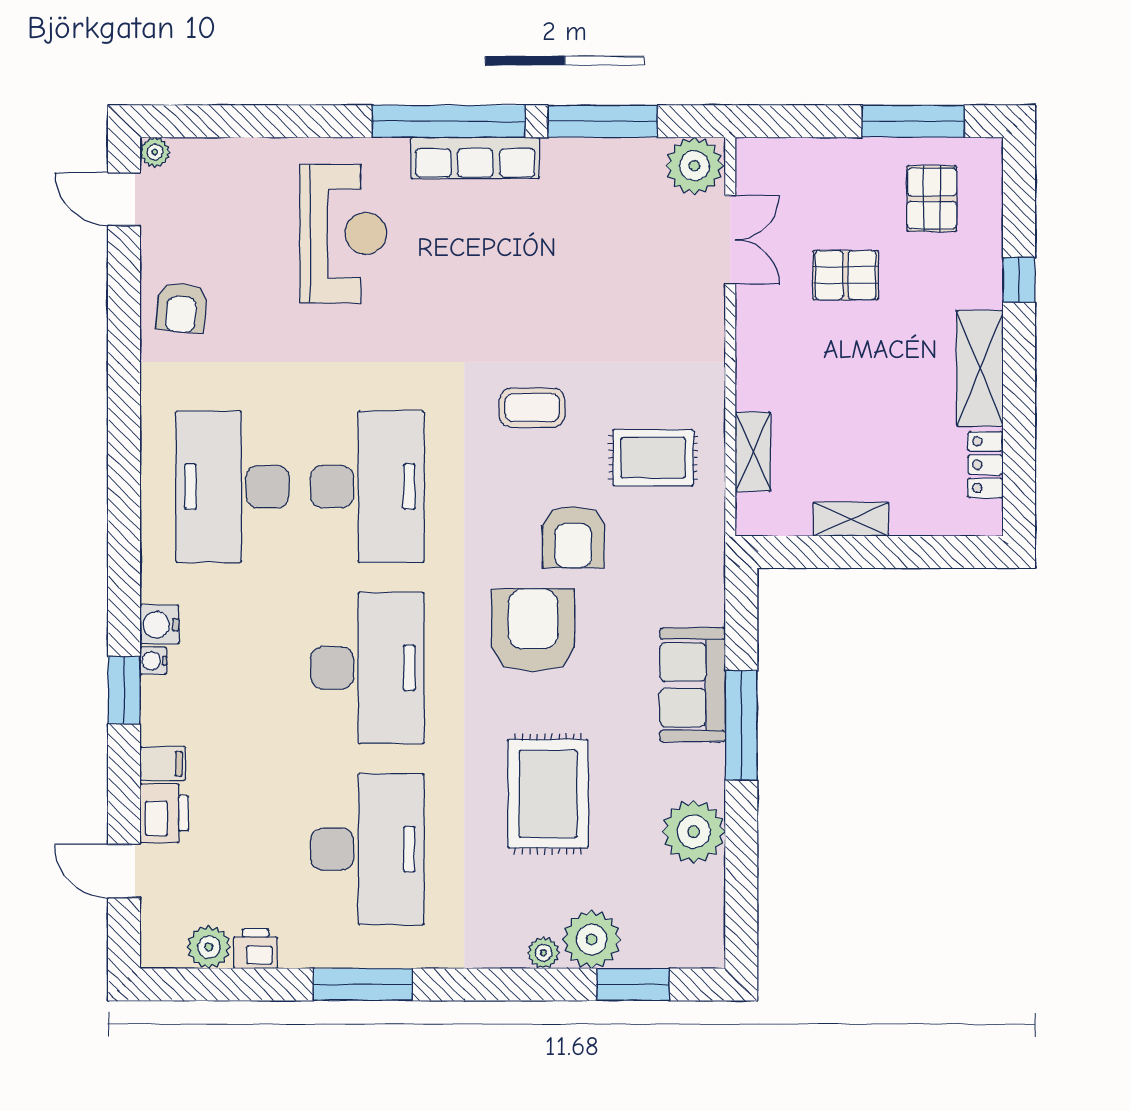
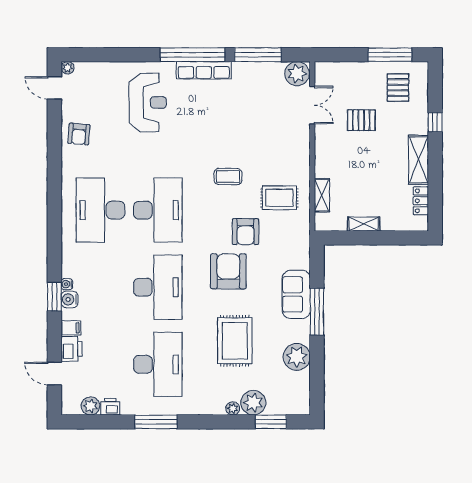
water cooler: (159, 625) -> (69, 299), moved

